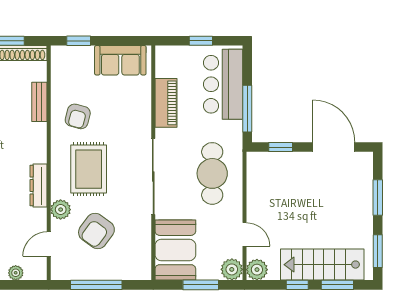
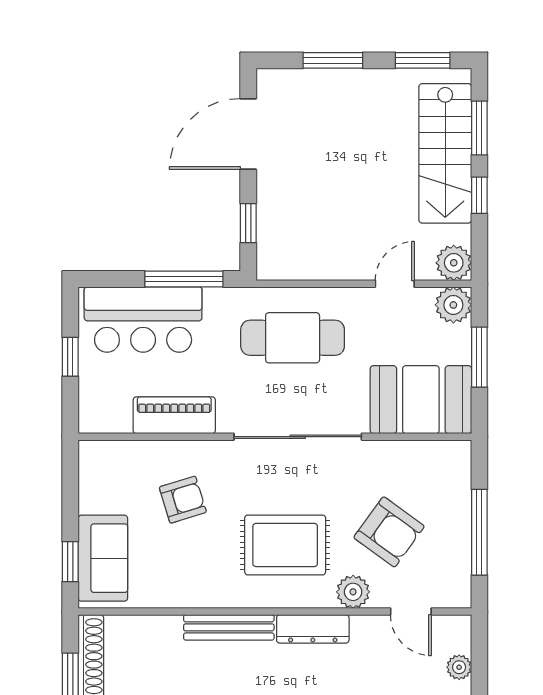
sofa: (120, 60) -> (103, 558), moved
bench: (39, 102) -> (229, 627), moved, width x1.36
armchair: (78, 116) -> (183, 500), moved, turned -32

